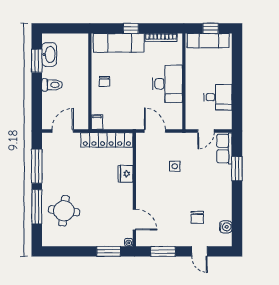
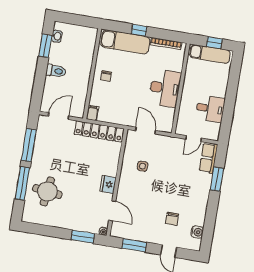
washbasin: (49, 55) -> (57, 36), width x0.52, depth x0.69
side table: (175, 166) -> (143, 166), moved
fridge: (125, 174) -> (108, 184), moved

